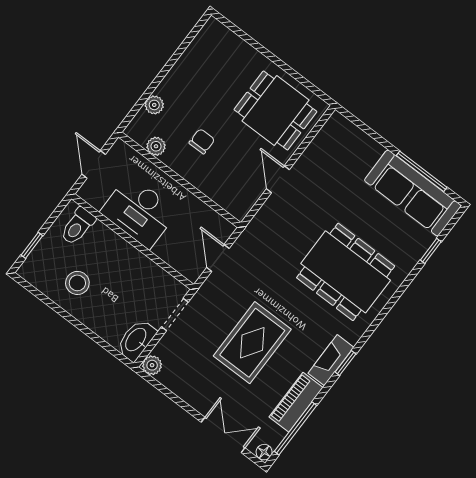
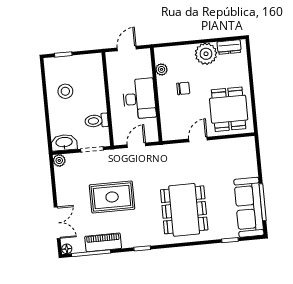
dresser: (203, 42) -> (229, 47), added
plant: (154, 105) -> (206, 54), moved, width x1.88, depth x1.88
desk: (139, 212) -> (139, 99), moved, turned 180
toilet: (78, 226) -> (97, 121), moved
fireplace: (331, 360) -> (137, 241), removed

